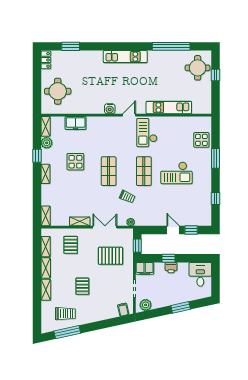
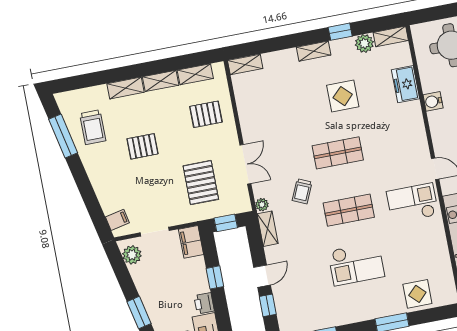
water cooler: (110, 109) -> (433, 101), moved
checkout: (176, 173) -> (356, 264), turned -90
shelving: (80, 221) -> (268, 229), moved
printer: (171, 268) -> (204, 303), moved

